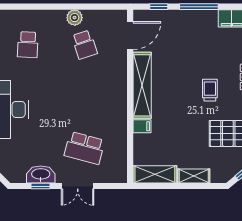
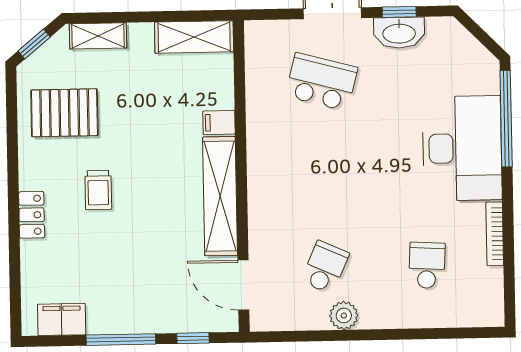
door: (130, 36) -> (243, 285), hinge flipped
school desk: (84, 45) -> (325, 267), turned 42
shelving: (194, 176) -> (98, 36), moved

